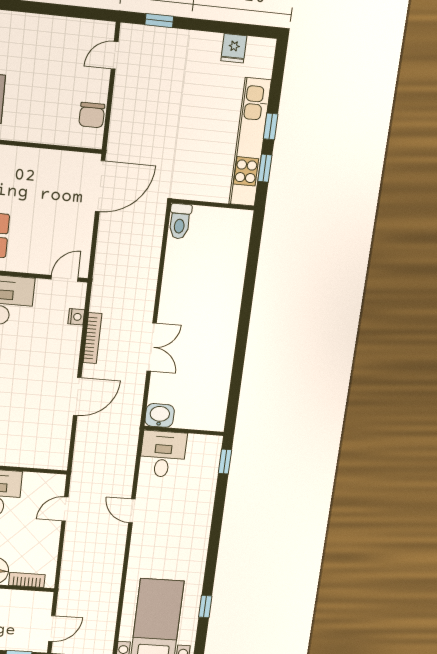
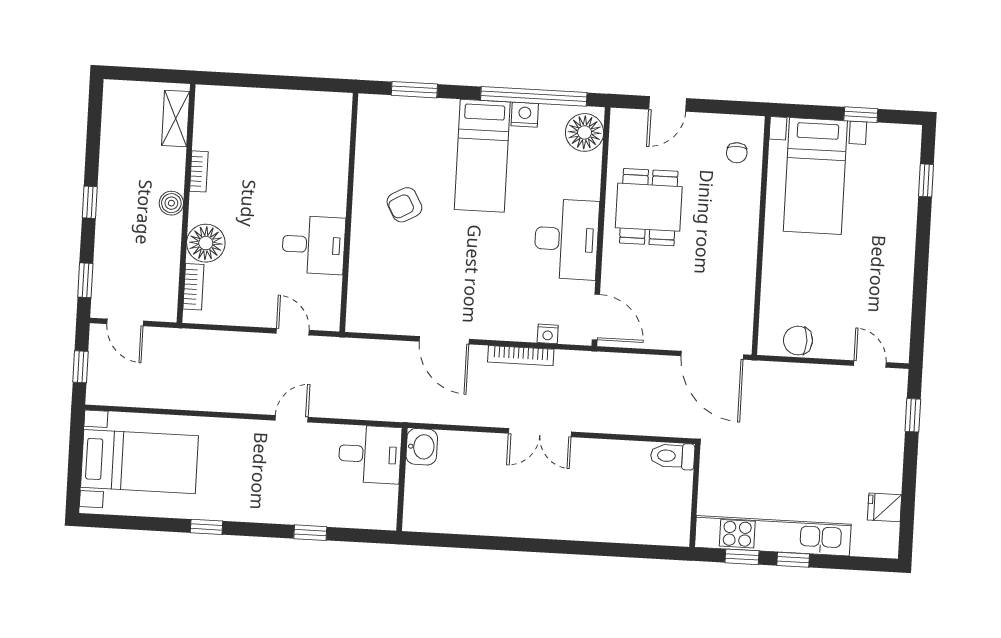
door: (65, 278) -> (596, 317), width x1.38
double door: (152, 347) -> (540, 433), moved
window: (225, 461) -> (310, 533), moved
window: (205, 606) -> (207, 527), moved

